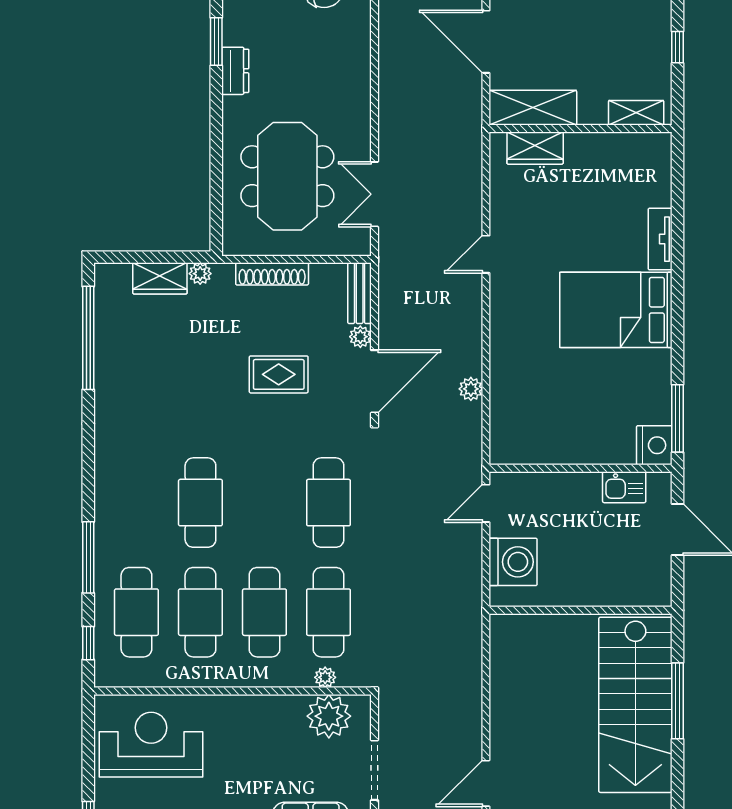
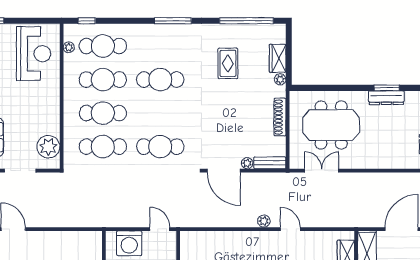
window: (216, 42) -> (387, 88), moved
dresser: (235, 71) -> (386, 98), width x1.44
rug: (279, 374) -> (228, 63), moved
plant: (471, 389) -> (264, 221), moved
window: (88, 557) -> (173, 21), moved
plant: (325, 677) -> (69, 47), moved

